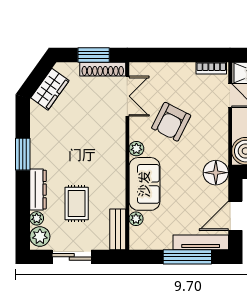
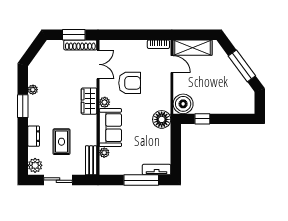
wardrobe: (50, 89) -> (89, 101), moved, turned 144
armchair: (171, 122) -> (130, 83), turned -117
dresser: (38, 190) -> (34, 136), width x0.70
door: (235, 216) -> (176, 151), removed
plant: (37, 218) -> (33, 90), moved
tv unit: (201, 242) -> (157, 170), width x0.71

